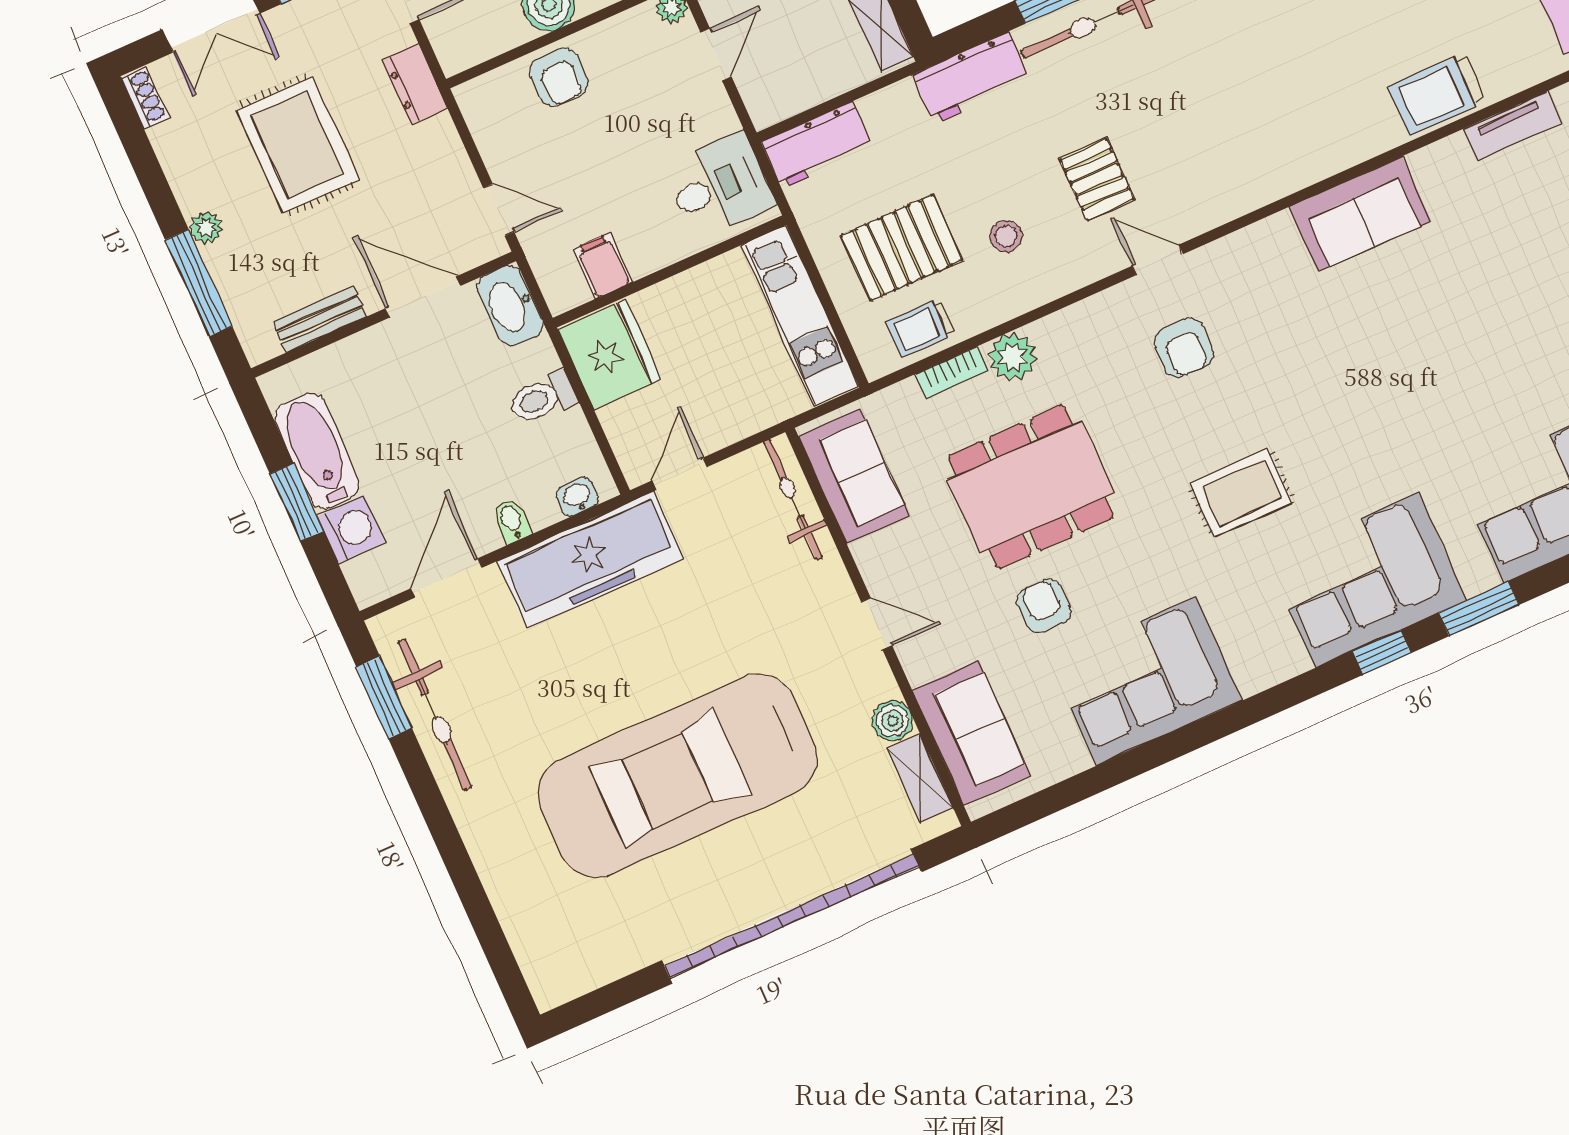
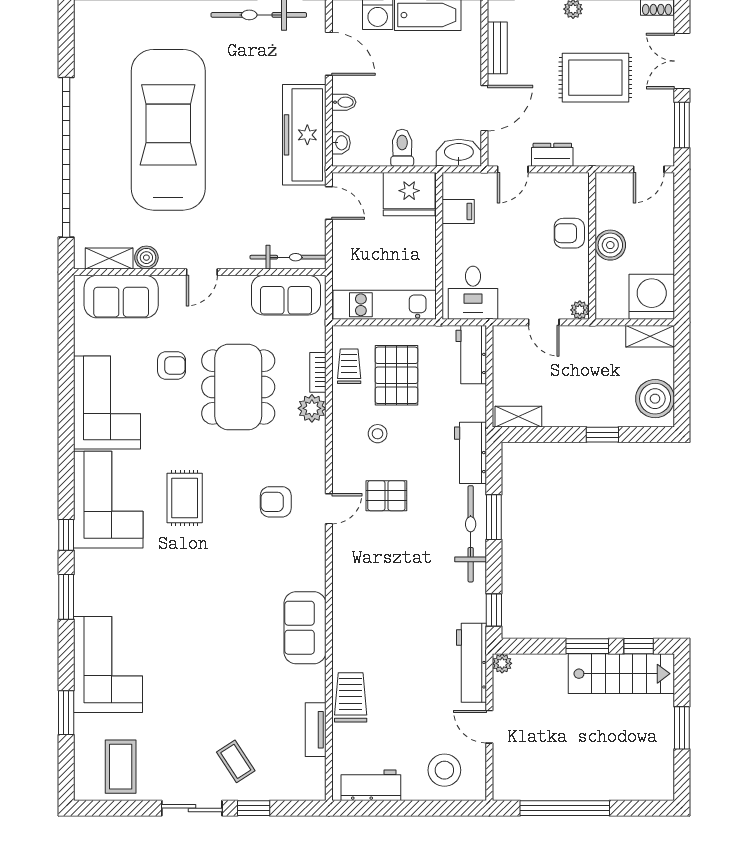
dresser: (415, 84) -> (552, 155), moved
corner sofa: (1367, 580) -> (108, 500), moved

